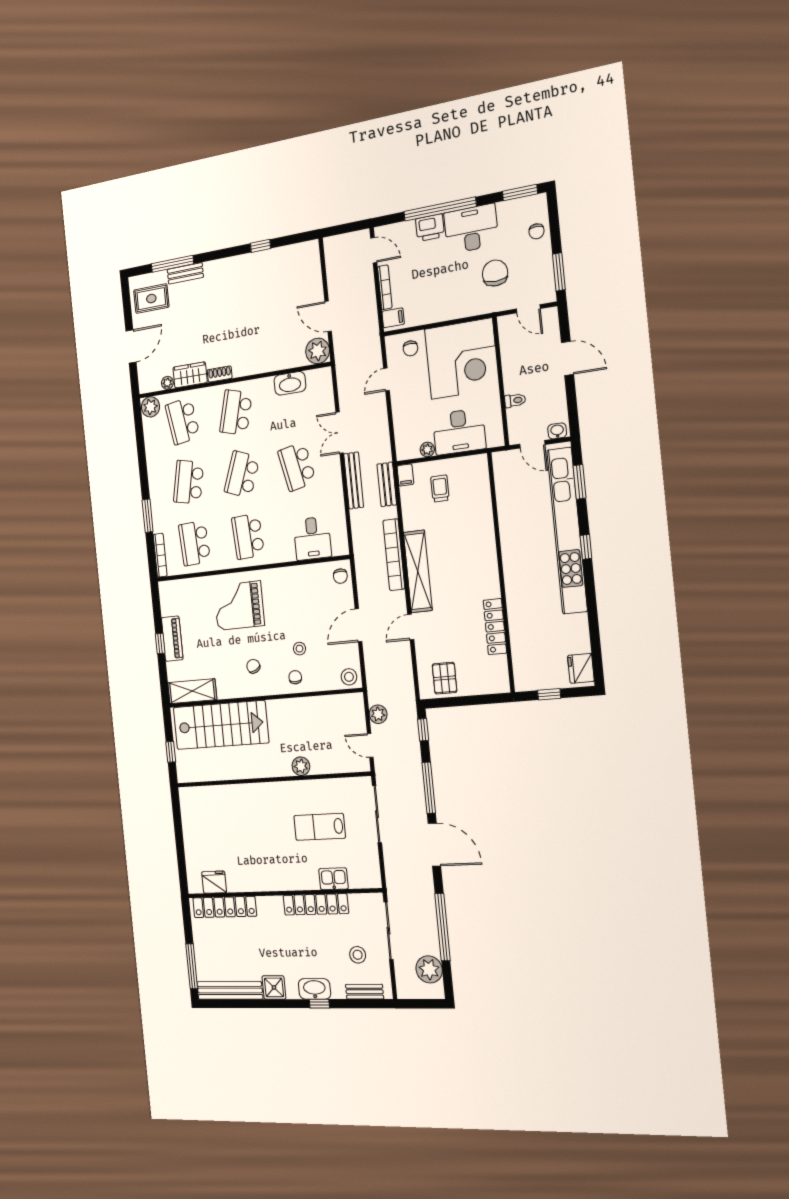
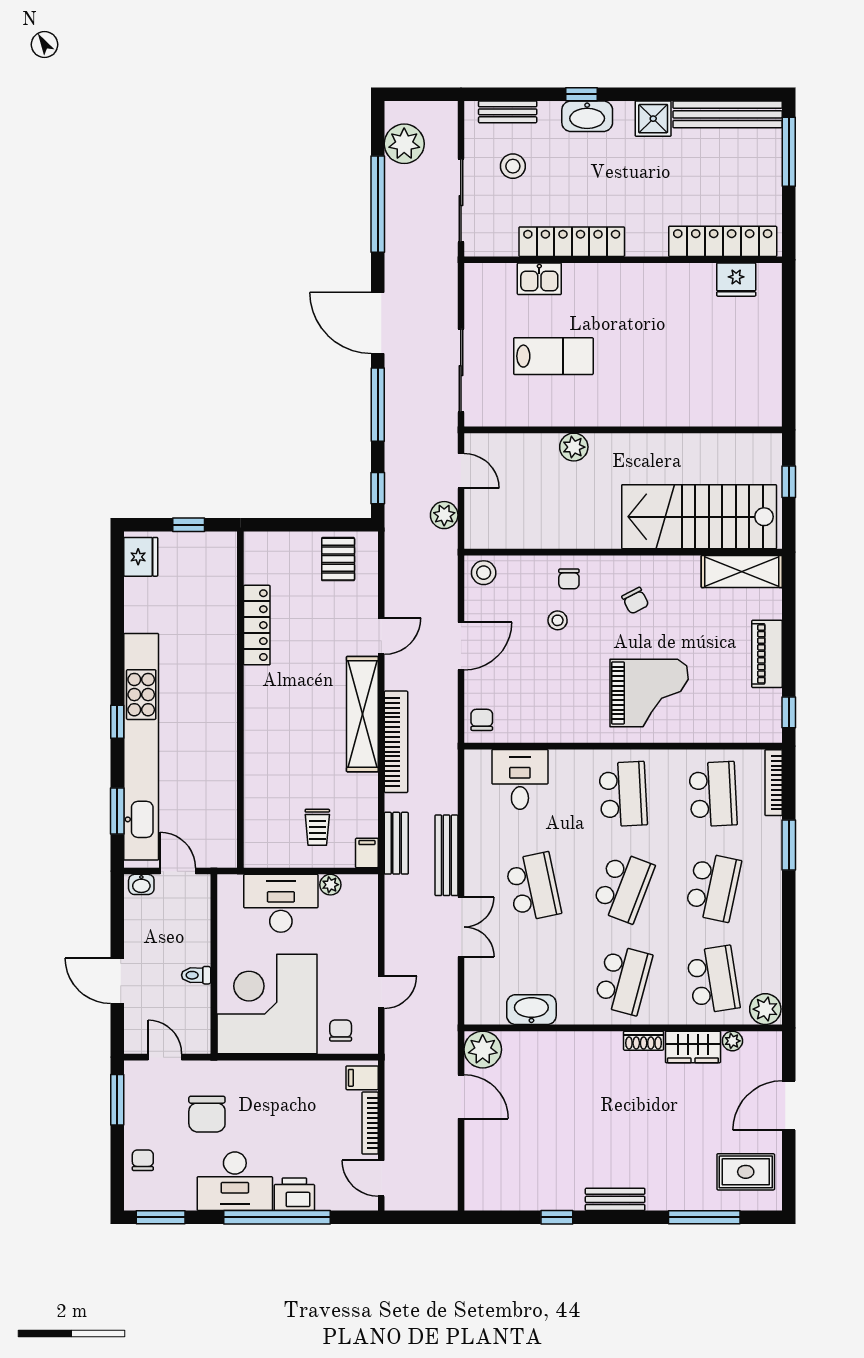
bench: (185, 273) -> (615, 1199), moved
toilet: (515, 400) -> (196, 975), moved
window: (160, 643) -> (789, 712), moved

